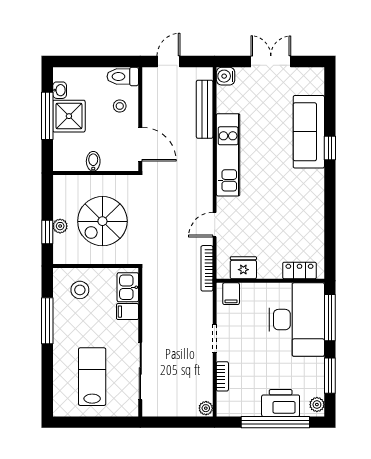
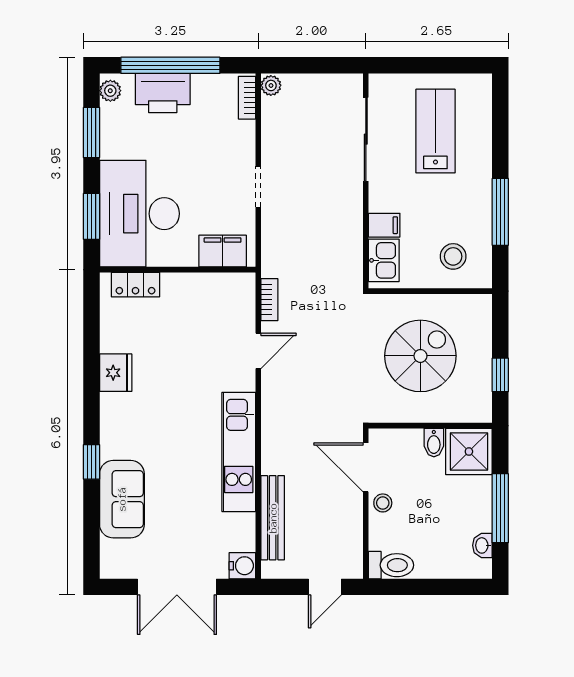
double door: (271, 61) -> (177, 587), width x1.37
stool: (120, 106) -> (383, 503), moved
shower: (69, 116) -> (469, 452), moved
sofa: (309, 132) -> (122, 499), width x0.73
plant: (60, 226) -> (482, 349), removed
window: (47, 232) -> (500, 375), moved
bookcase: (207, 268) -> (269, 300), width x0.64
fridge: (243, 268) -> (116, 373), moved, turned -90
filing cabinet: (231, 294) -> (223, 251), width x2.00
window: (330, 318) -> (92, 216), width x0.69
bookcase: (222, 376) -> (247, 98), moved
lab bench: (92, 377) -> (435, 131), turned 180

